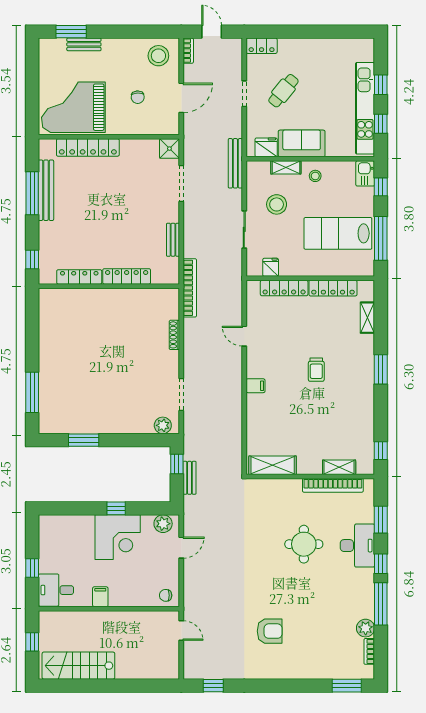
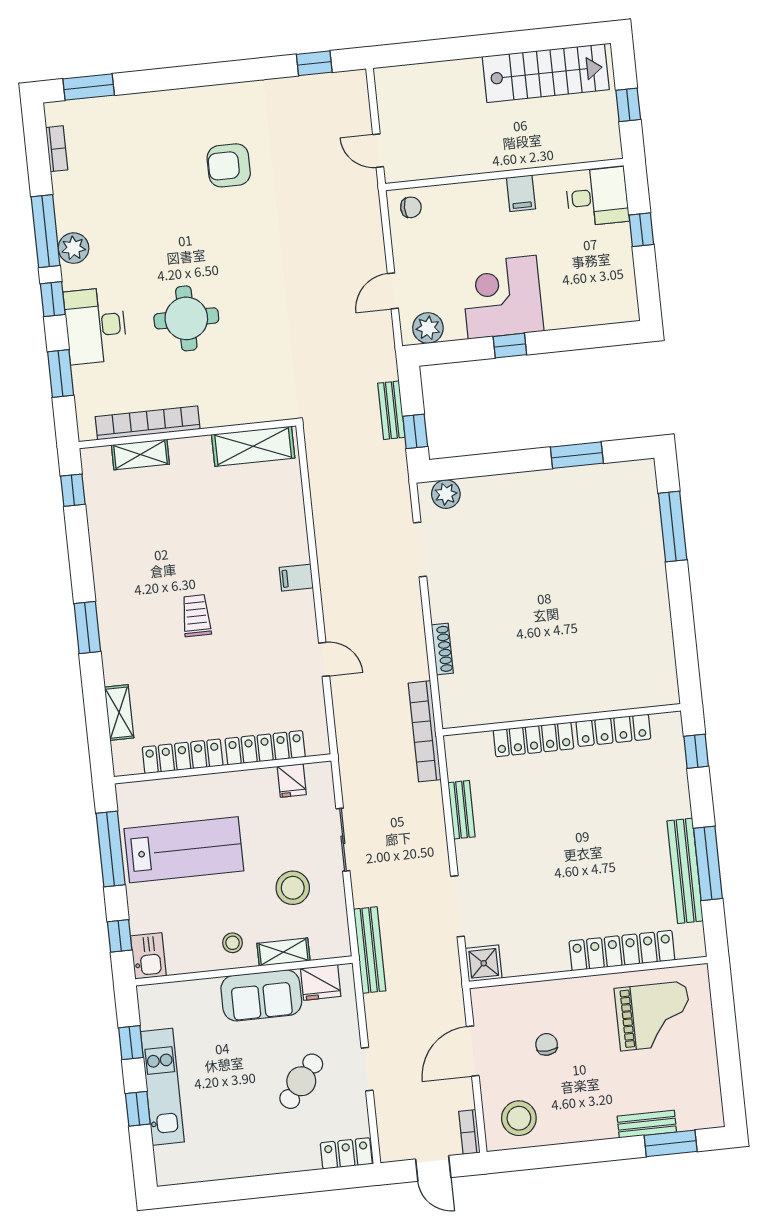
grand piano: (73, 107) -> (653, 1016), width x0.73, depth x0.68
kitchen unit: (365, 108) -> (162, 1087), width x0.73
plant: (366, 628) -> (74, 248), moved

